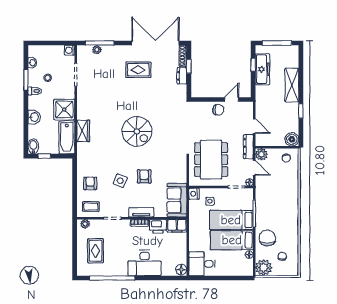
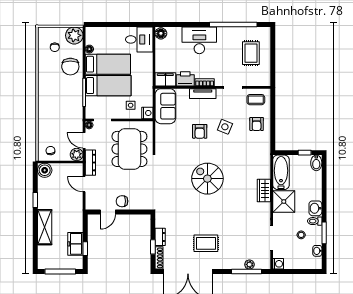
freezer: (263, 69) -> (75, 244), width x0.71
washbasin: (34, 117) -> (315, 208), moved
wardrobe: (83, 131) -> (264, 191), moved
plant: (85, 224) -> (262, 81), removed

